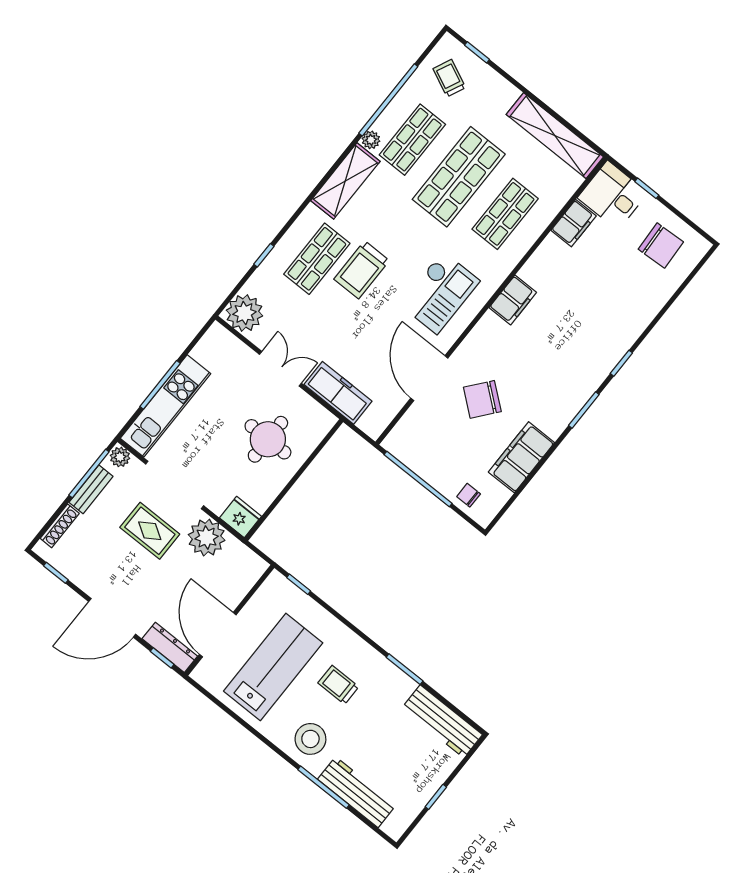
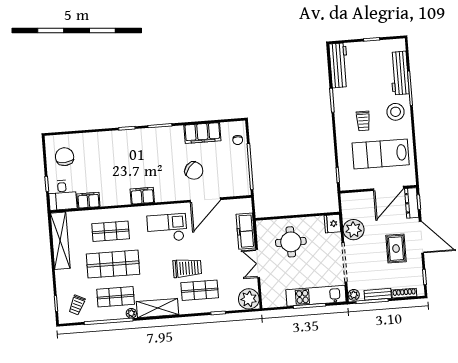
rug: (150, 531) -> (396, 249), moved

